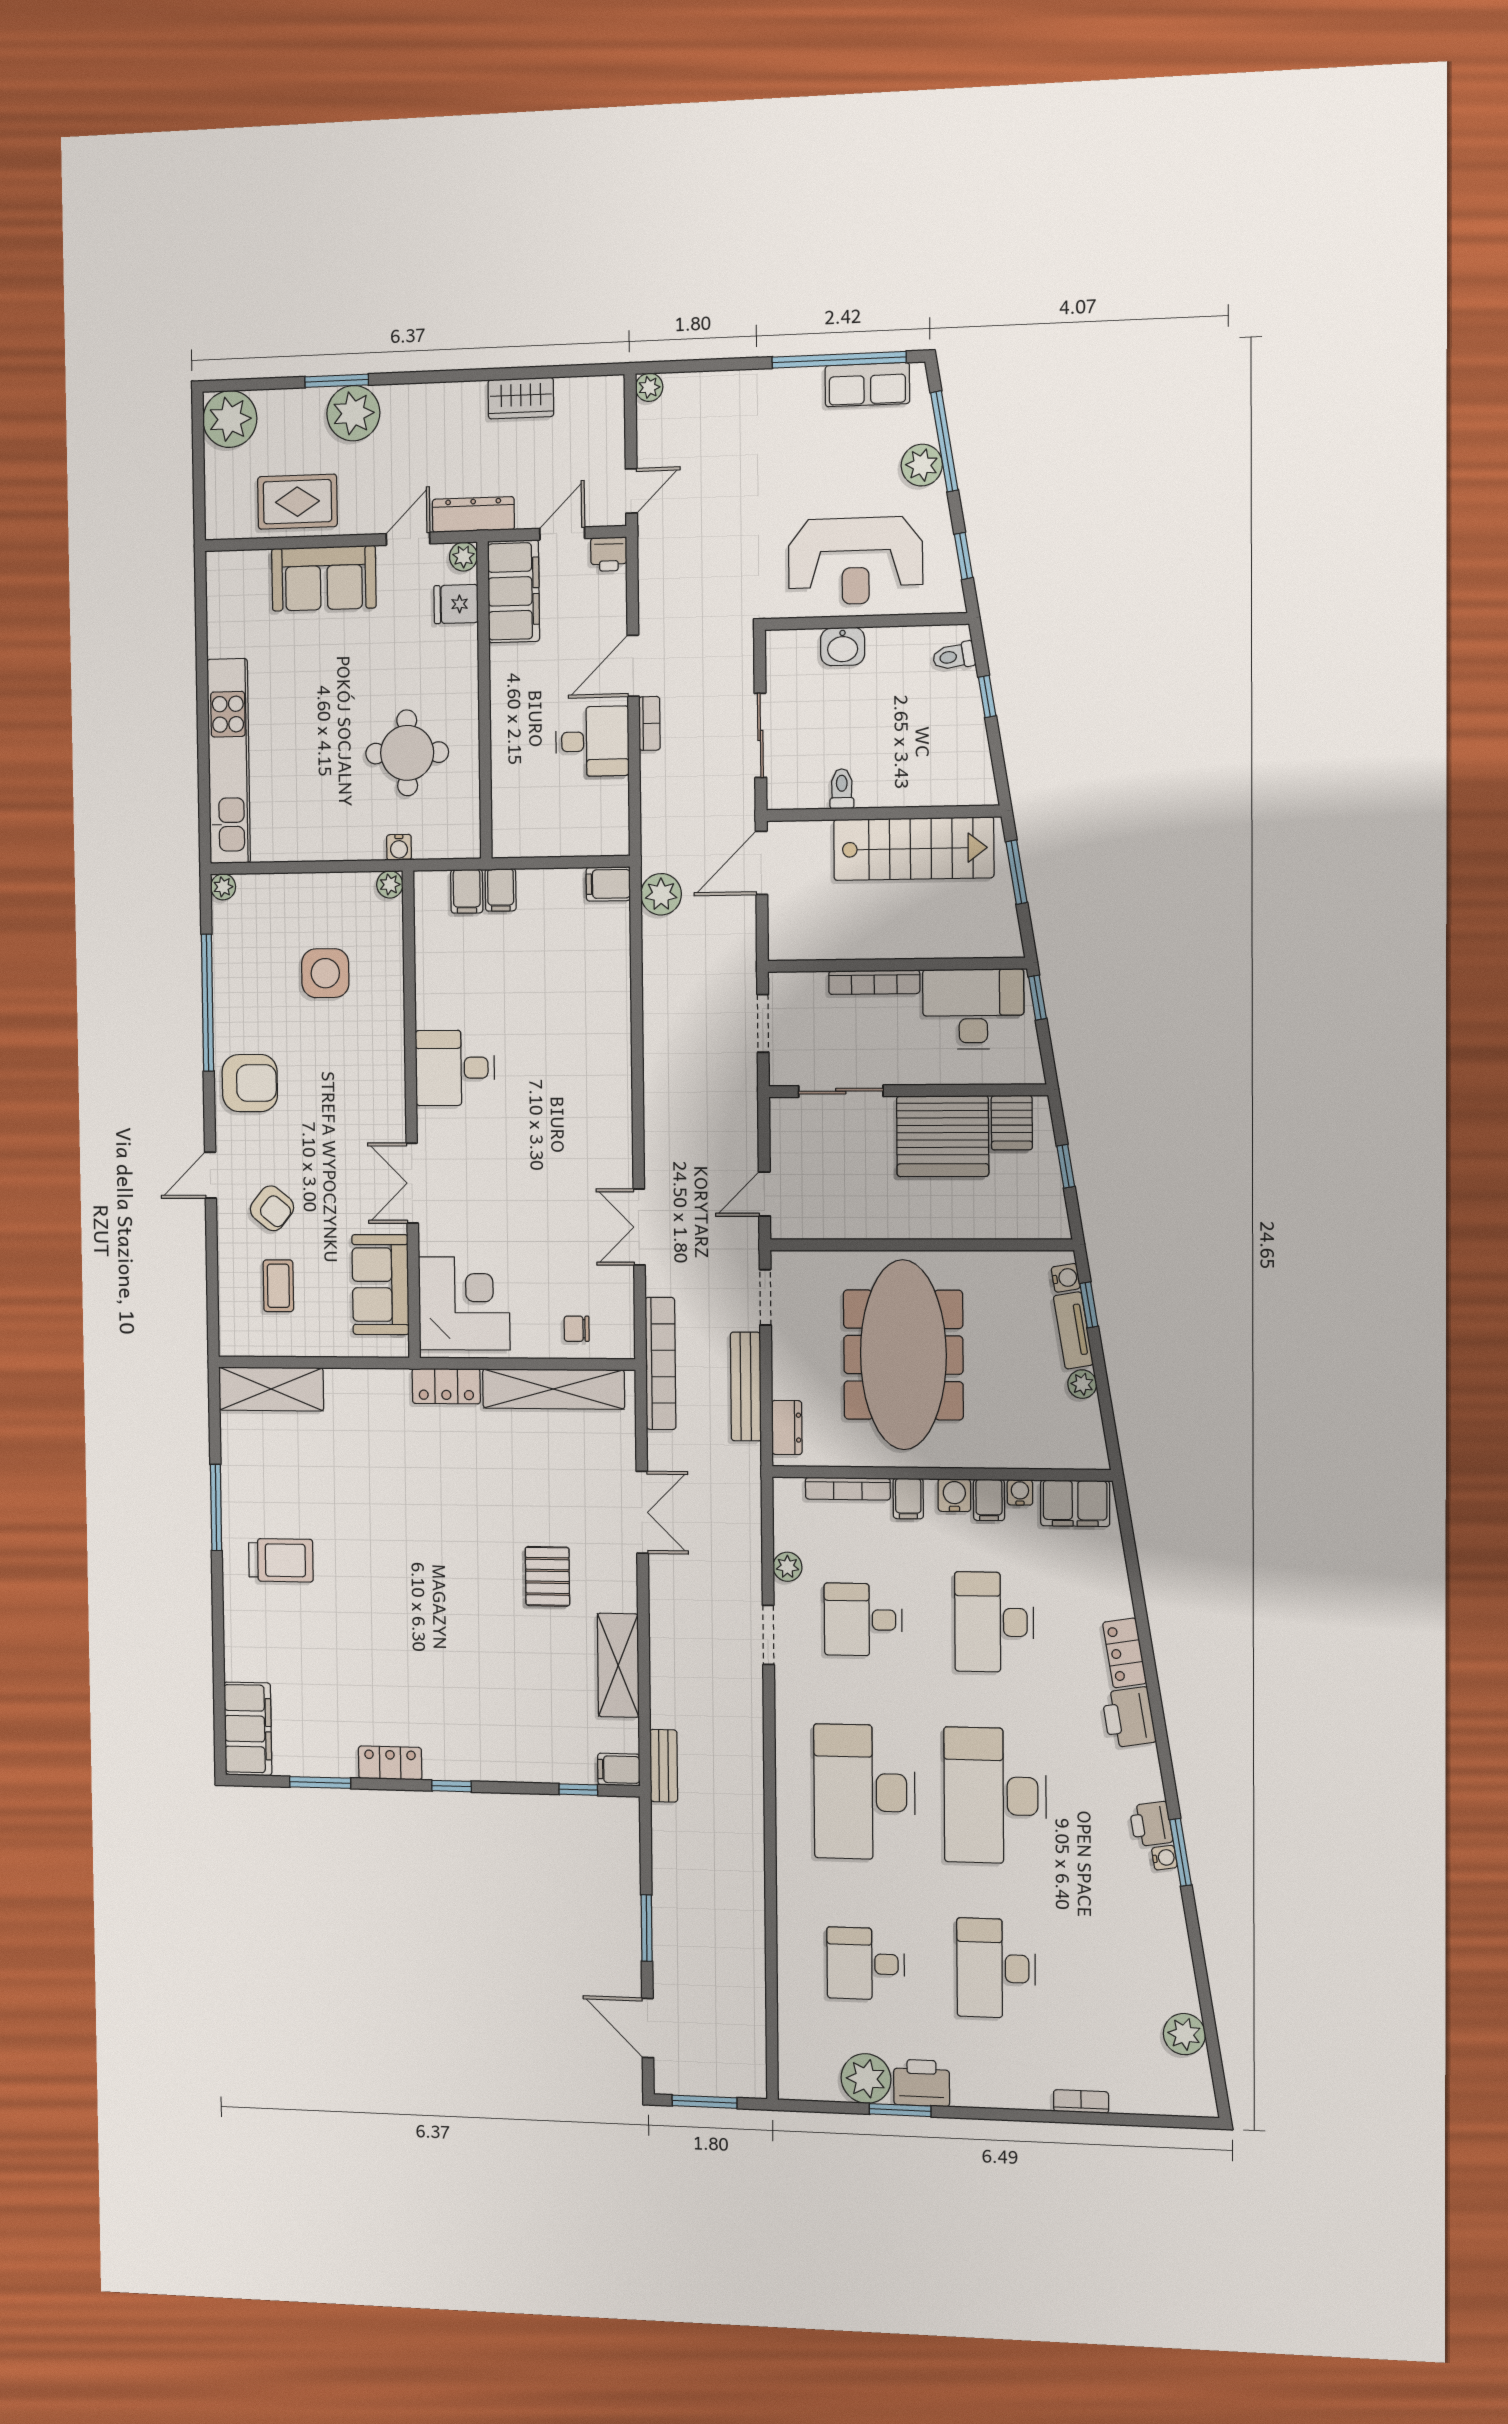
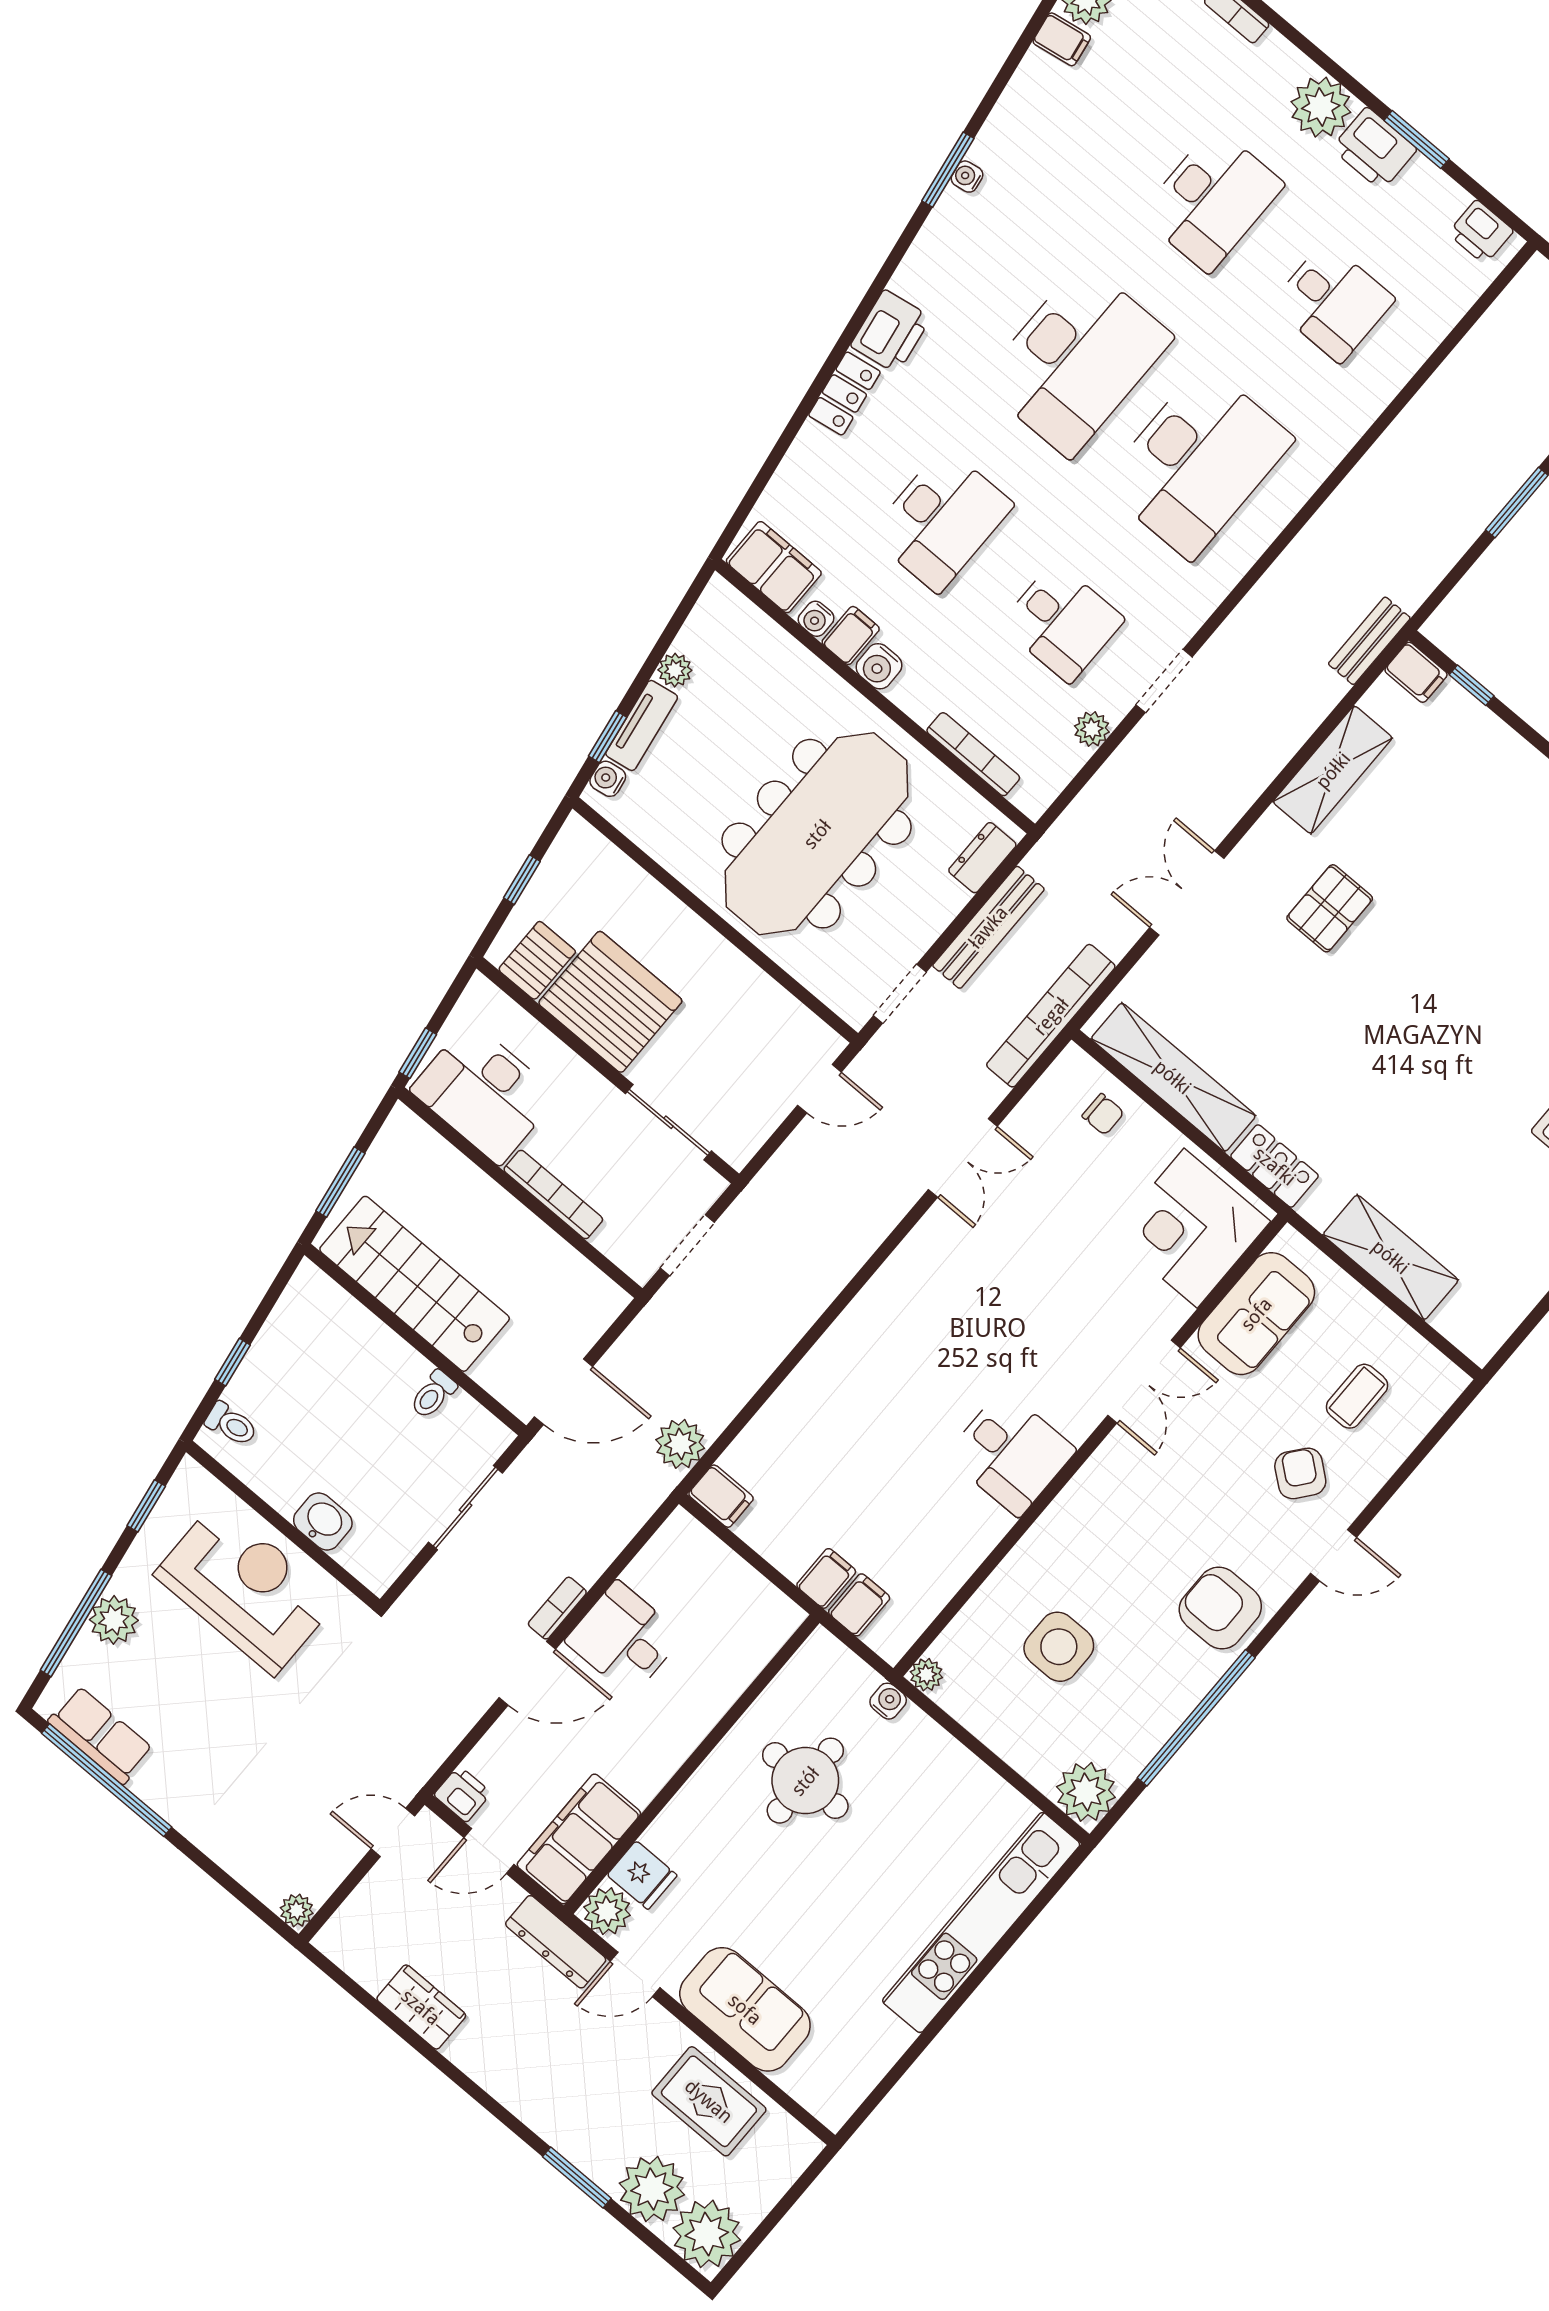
plant: (353, 413) -> (652, 2189), moved
plant: (463, 557) -> (607, 1911), width x1.38, depth x1.38
plant: (223, 887) -> (1086, 1792), width x1.87, depth x1.87
shelving: (271, 1389) -> (1391, 1257), moved
filing cabinet: (908, 1499) -> (1062, 39), moved, turned 81
printer: (1151, 1824) -> (1481, 232), moved, turned 99
plant: (866, 2079) -> (1321, 107), moved

